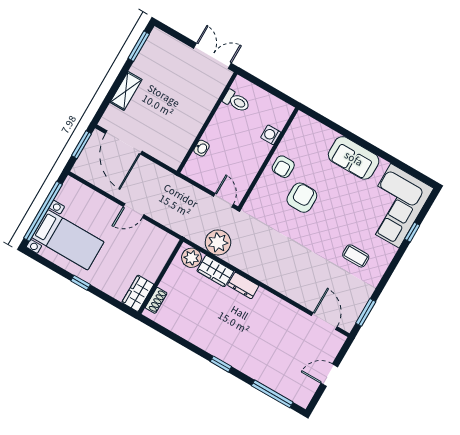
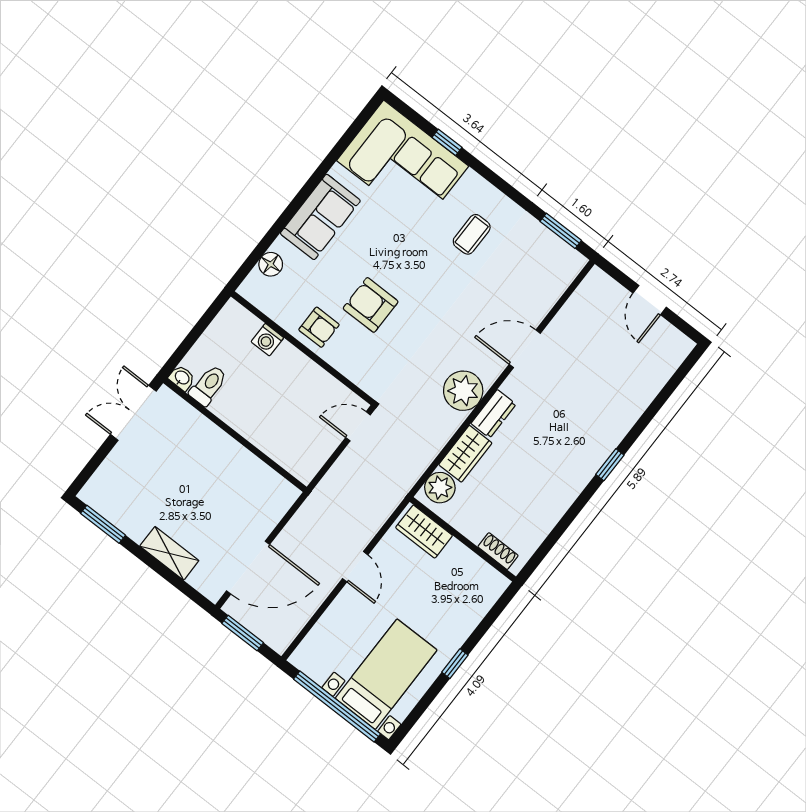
floor lamp: (319, 130) -> (271, 264), added
washbasin: (202, 148) -> (182, 378), moved
plant: (218, 242) -> (463, 391), moved
wardrobe: (138, 293) -> (424, 532), moved
door: (324, 321) -> (525, 349), moved
window: (272, 394) -> (666, 392), removed

